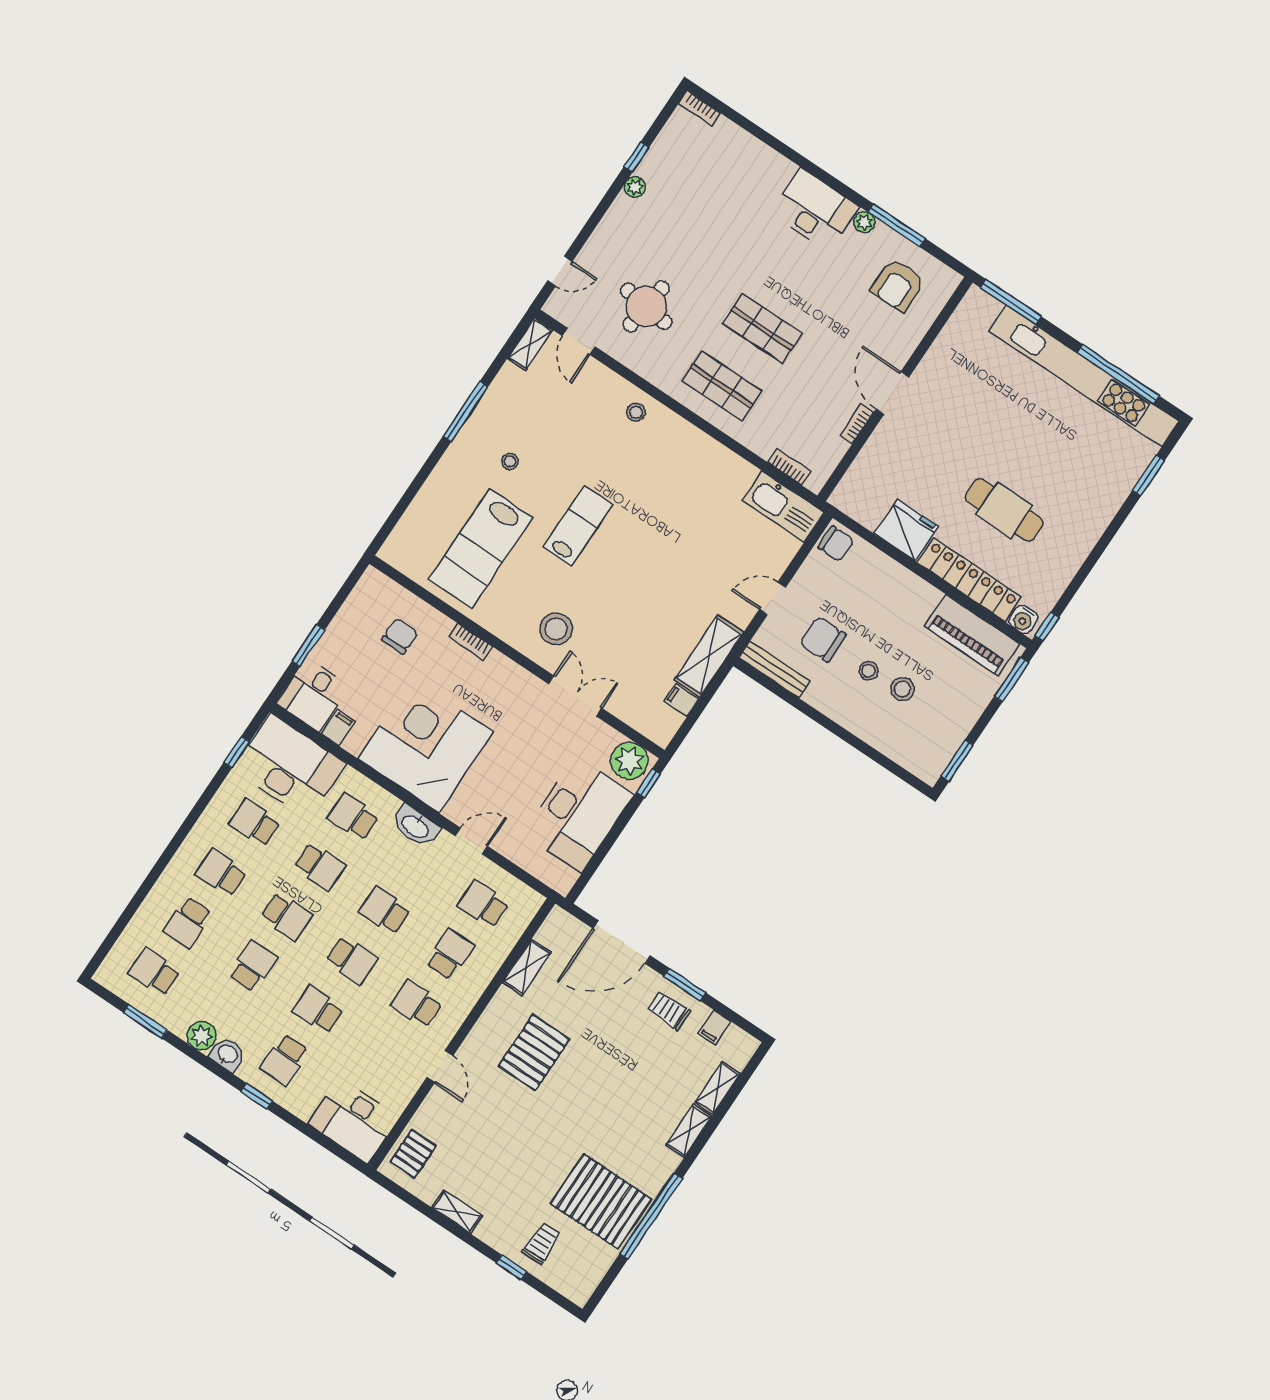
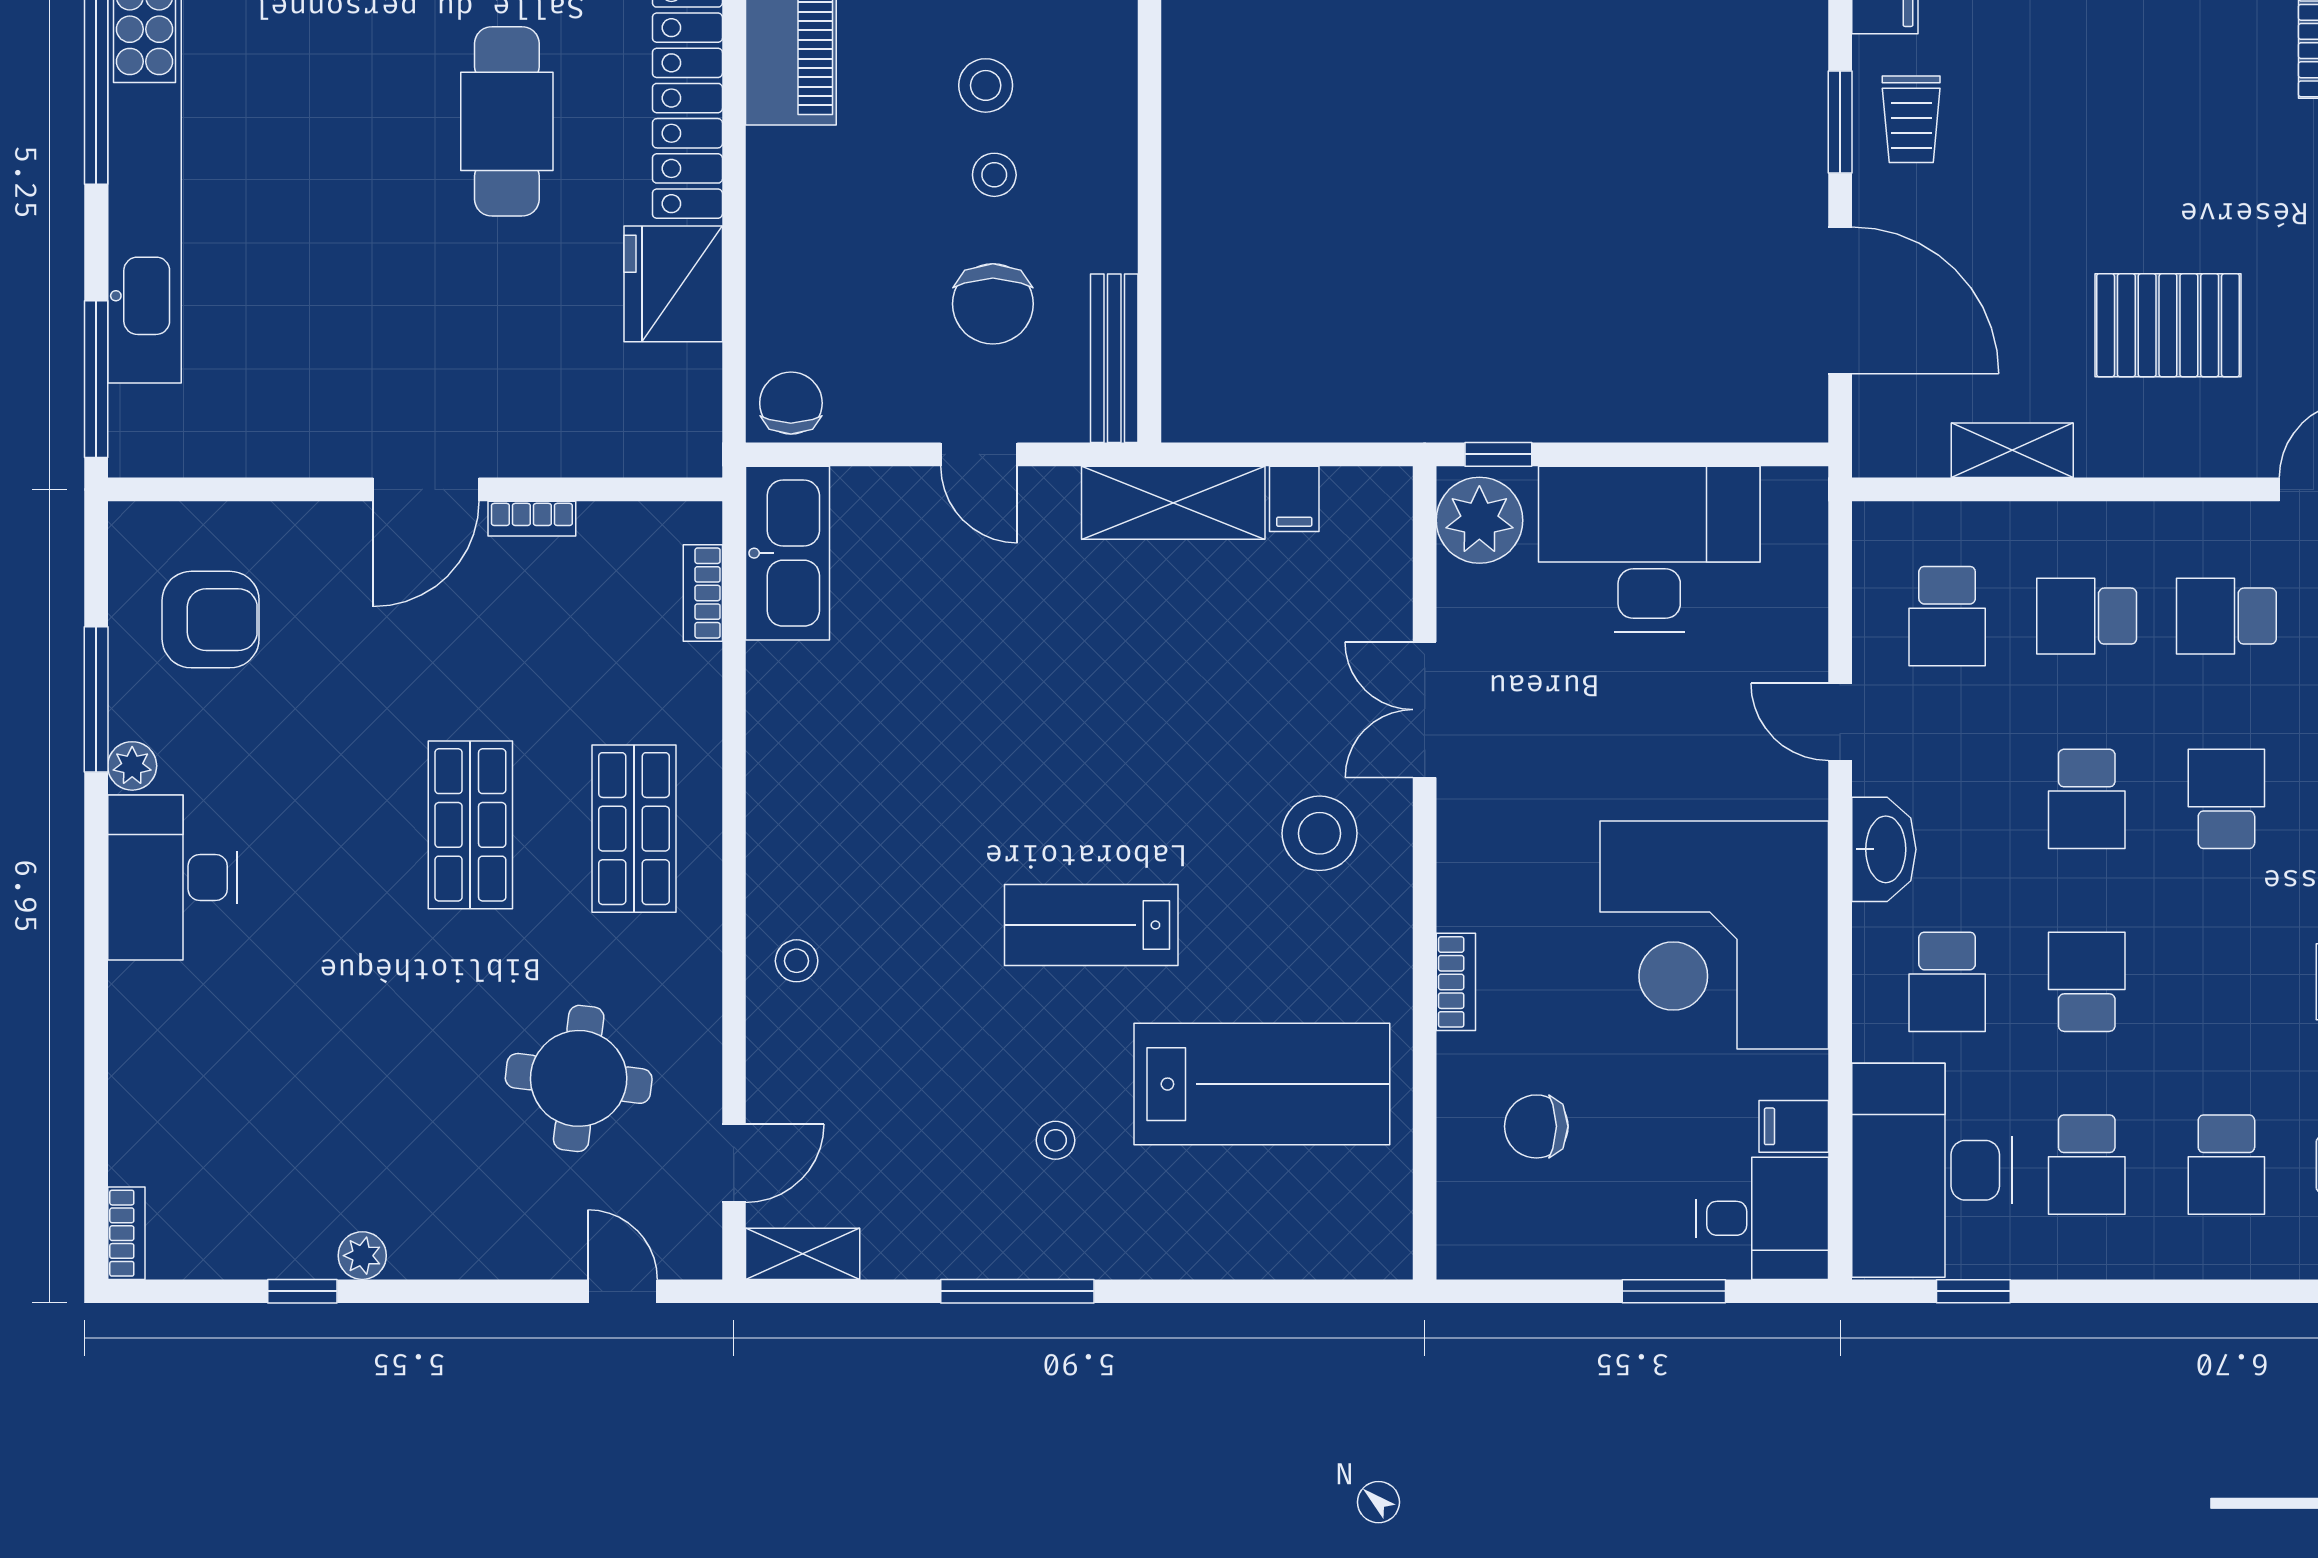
school desk: (286, 916) -> (2226, 982), removed
school desk: (416, 1004) -> (2226, 616), turned 90

